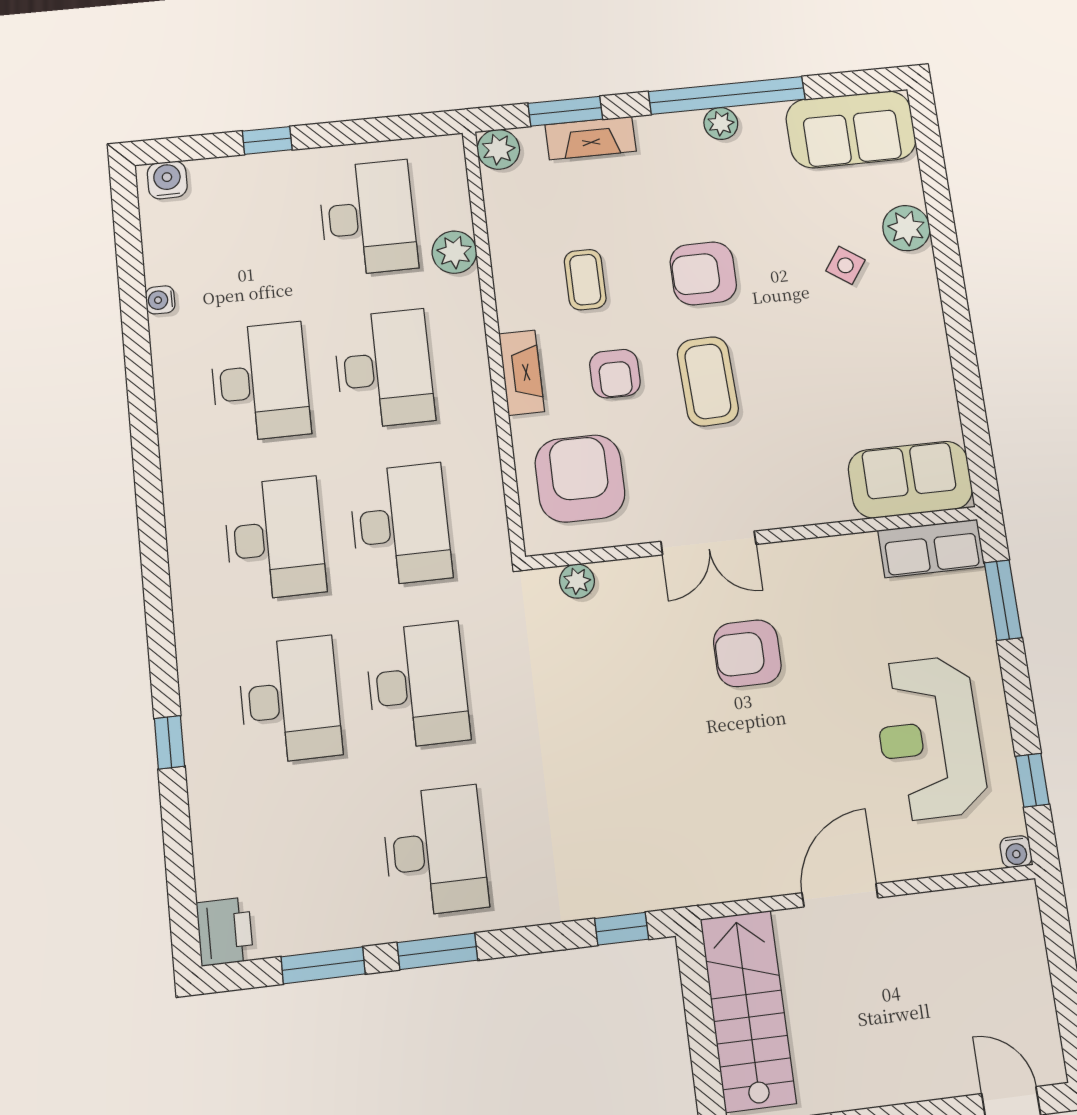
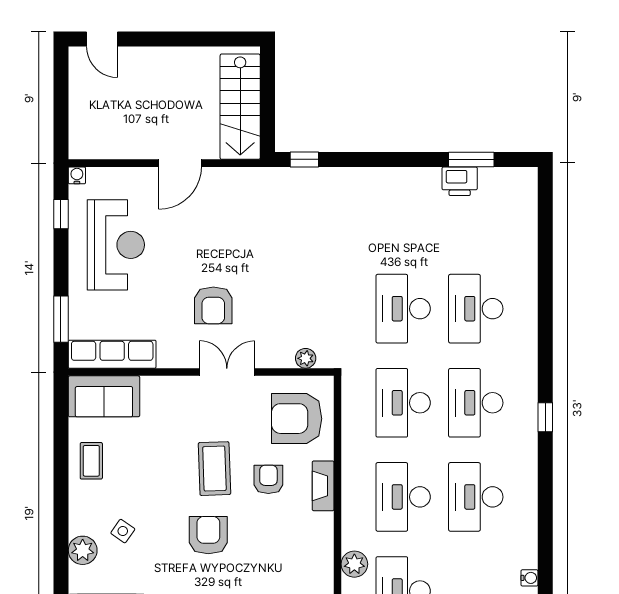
armchair: (703, 273) -> (208, 535), turned -90
coffee table: (585, 280) -> (91, 461), moved
water cooler: (160, 300) -> (529, 578), moved
armchair: (580, 479) -> (297, 419), turned 90
row of seats: (931, 548) -> (112, 354), width x1.48
armchair: (747, 653) -> (213, 305), turned 90
window: (169, 742) -> (545, 417), moved
desk: (435, 851) -> (403, 215), removed
printer: (225, 931) -> (460, 181), moved, turned -90
window: (437, 951) -> (408, 159), removed

